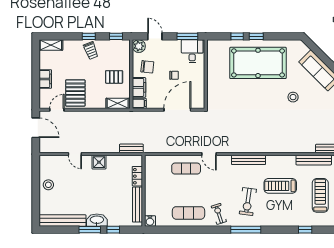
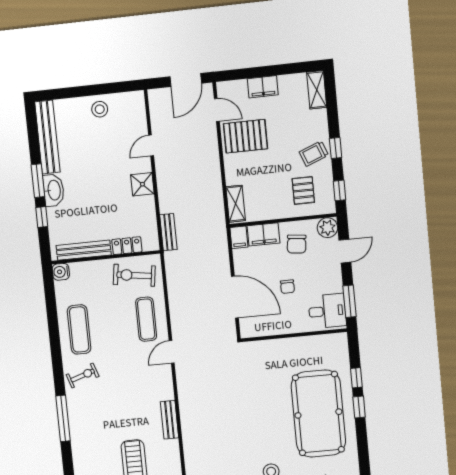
pallet: (114, 77) -> (303, 190), moved
bench: (249, 160) -> (169, 420), width x0.73
exercise bike: (248, 202) -> (134, 275), moved

